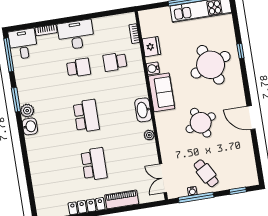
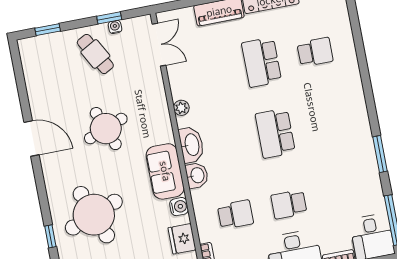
plant: (27, 111) -> (363, 138), removed
washbasin: (30, 126) -> (197, 175), moved, turned 180
school desk: (58, 170) -> (315, 52), added
window: (196, 197) -> (109, 18), width x0.46

